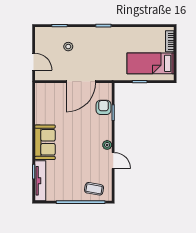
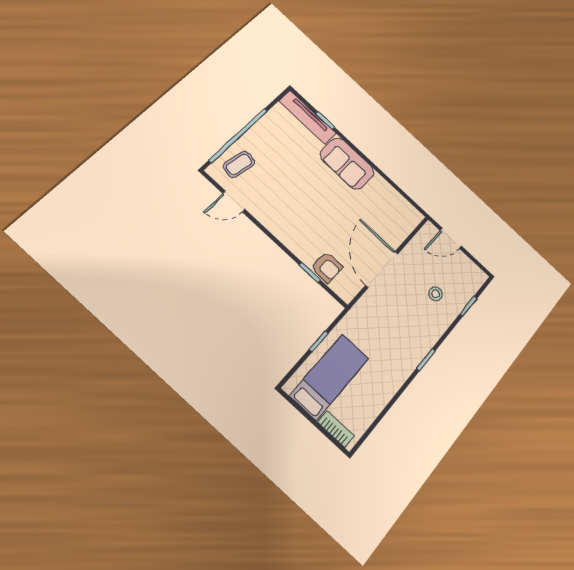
plant: (107, 145) -> (277, 229), removed
door: (113, 161) -> (234, 201), moved

